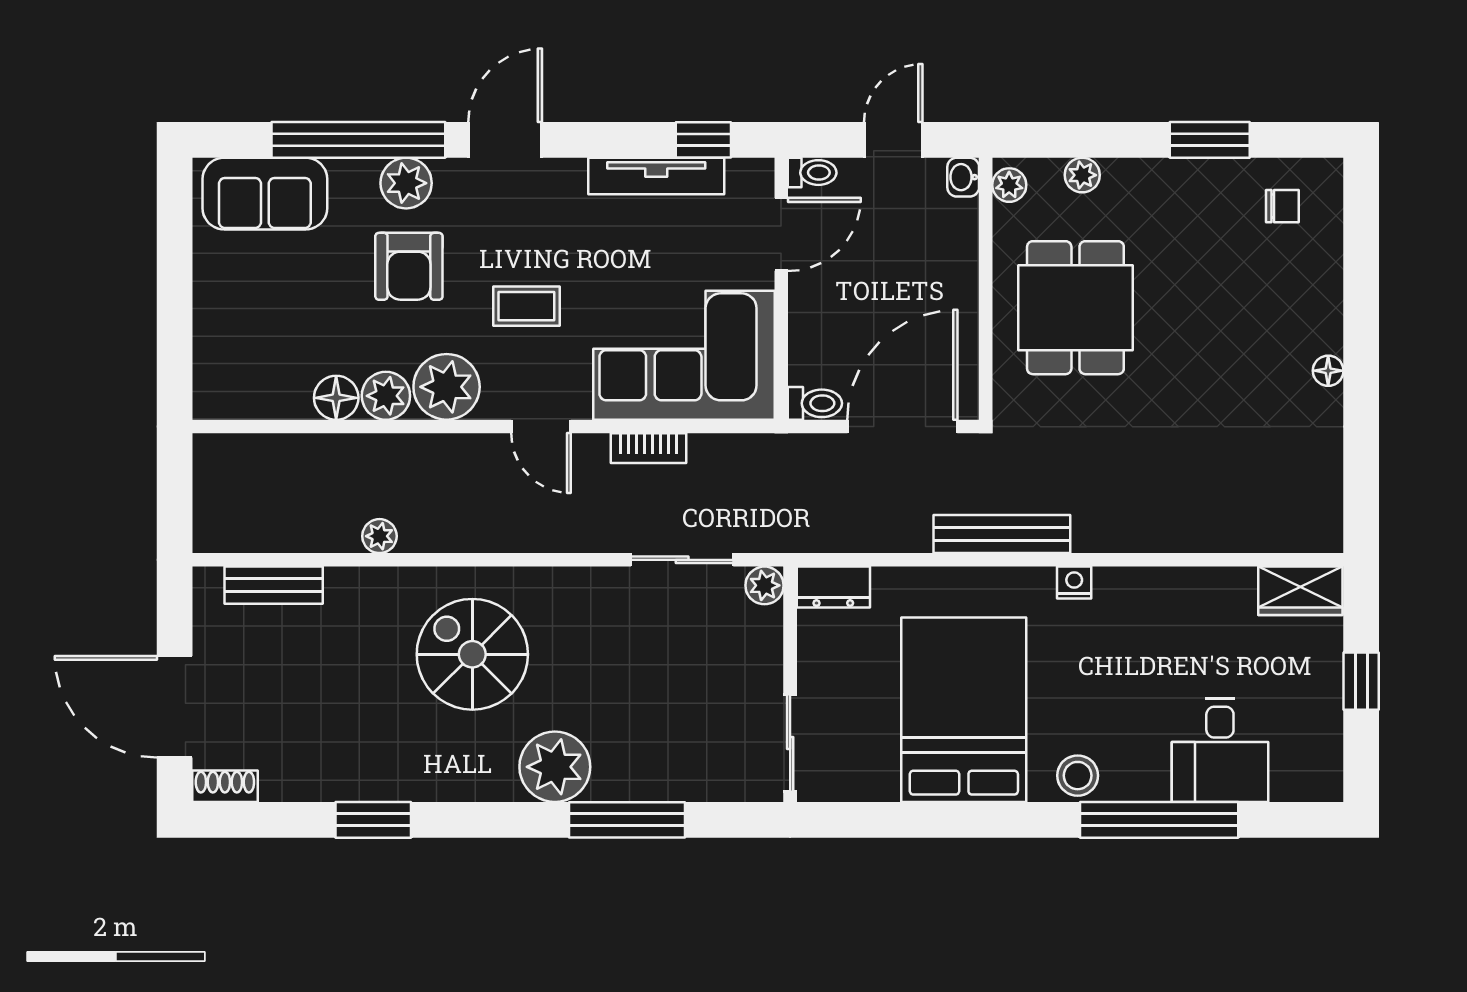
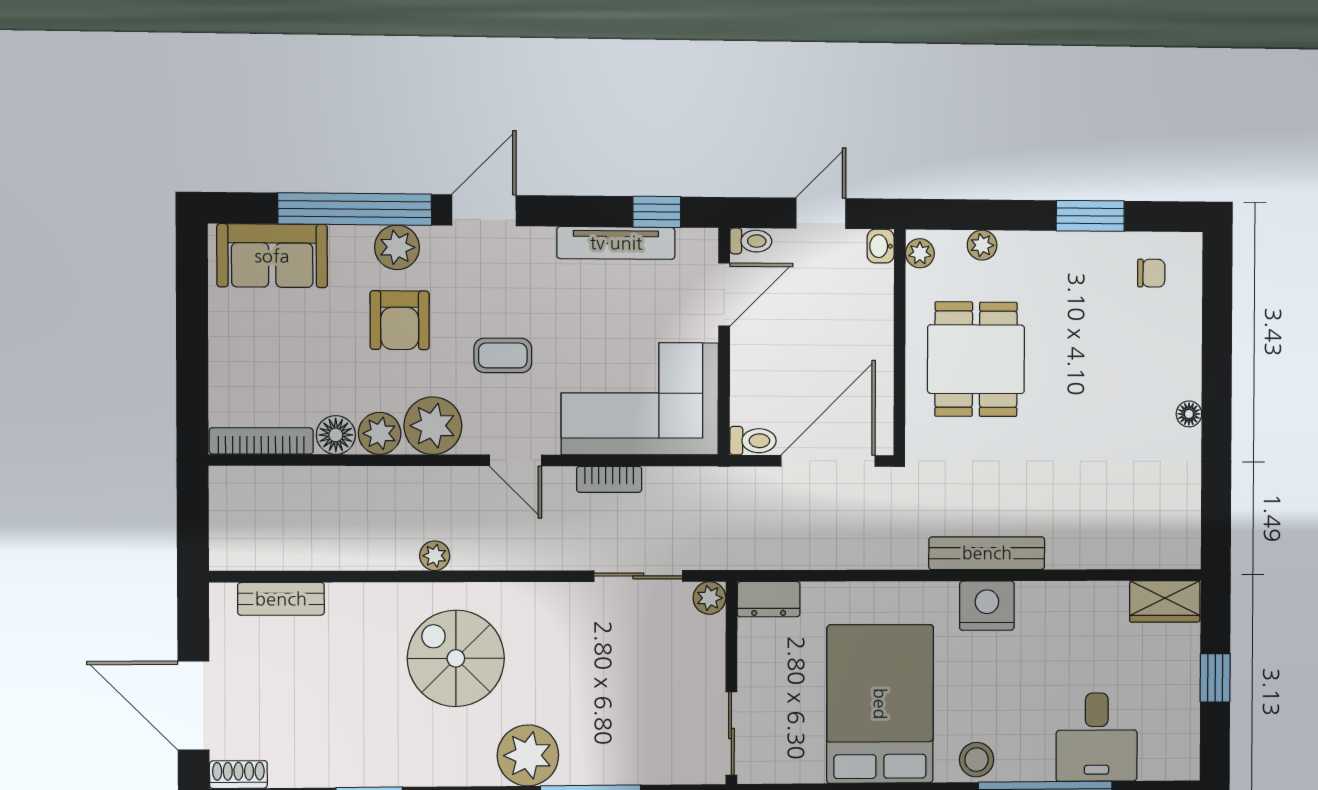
bookcase: (252, 405) -> (261, 441), added
bench: (1002, 534) -> (987, 553), moved
plant: (379, 536) -> (435, 556), moved
nightstand: (1074, 583) -> (987, 606), width x1.89, depth x1.79

